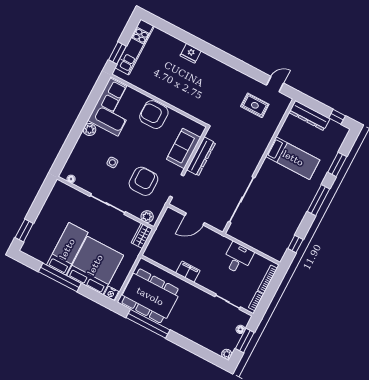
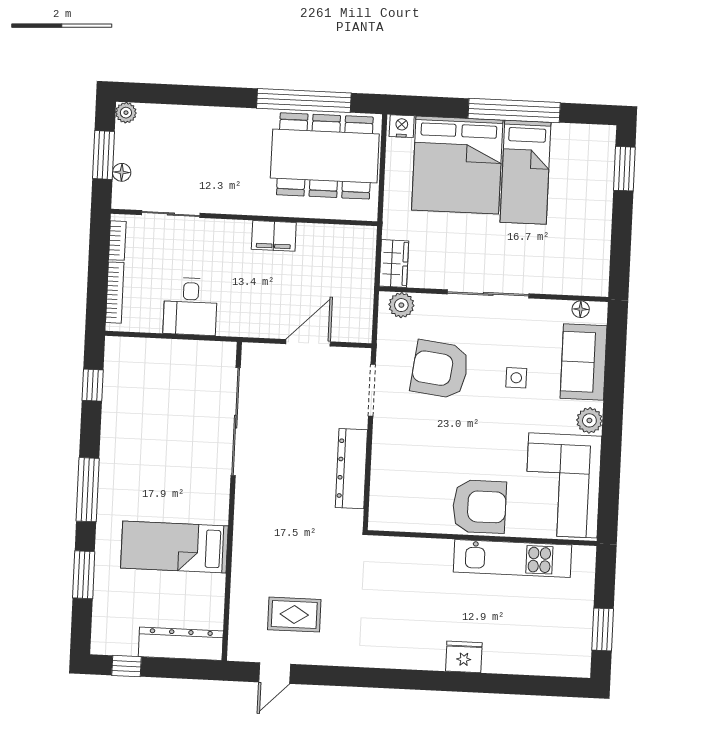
kitchen unit: (135, 47) -> (513, 559), moved, turned -90
window: (117, 53) -> (603, 629), moved
sofa: (184, 148) -> (584, 362), moved, turned 180
armchair: (143, 181) -> (440, 369), turned 97

